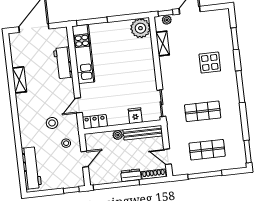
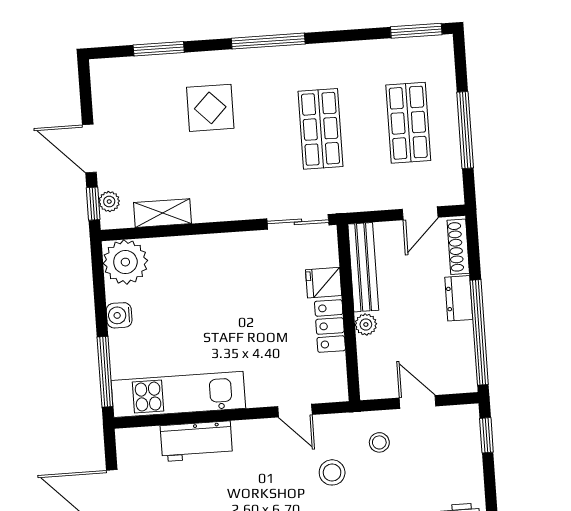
water cooler: (117, 26) -> (119, 315), added
locker: (95, 122) -> (330, 326), moved

